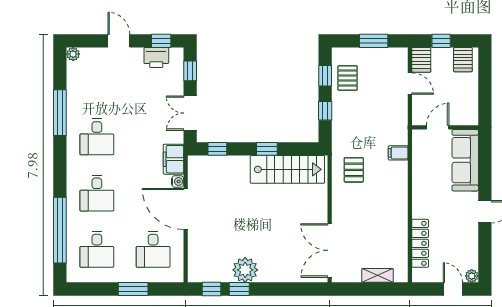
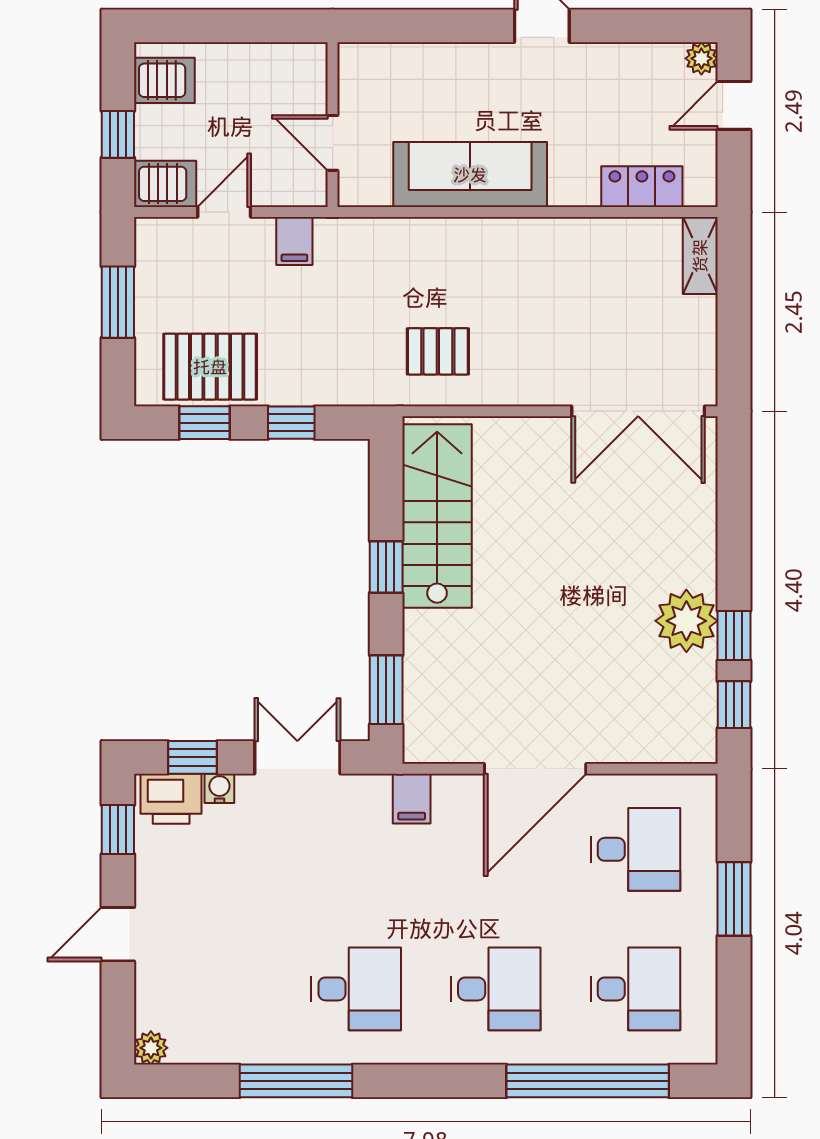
printer: (156, 58) -> (171, 799), moved, turned 90
pallet: (348, 78) -> (210, 367), width x1.50, depth x1.42
double door: (190, 113) -> (297, 757), swing flipped
window: (217, 149) -> (386, 690), width x1.50
filing cabinet: (398, 153) -> (294, 241), moved
filing cabinet: (174, 159) -> (412, 799), width x0.50
sofa: (465, 160) -> (470, 175), moved, turned 180
water cooler: (178, 182) -> (219, 788), moved
locker: (420, 243) -> (642, 187), width x0.66
shelving: (378, 275) -> (700, 256), moved

